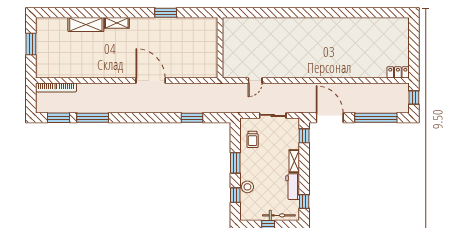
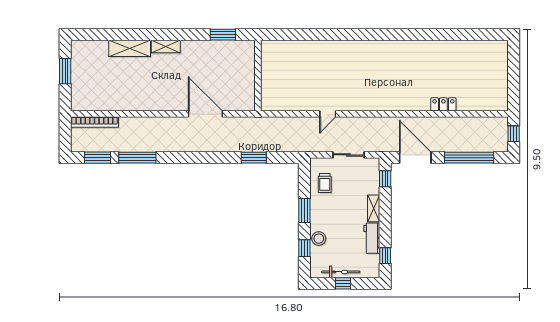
wall: (220, 48) -> (258, 76), moved
locker: (398, 72) -> (443, 104), moved
bicycle: (279, 215) -> (341, 272), moved

